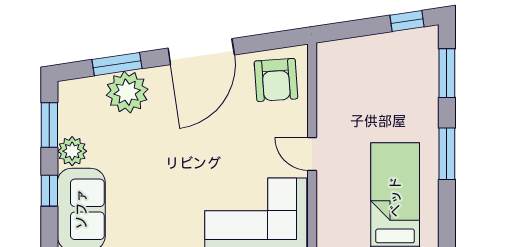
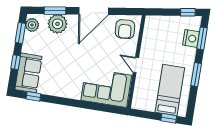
nightstand: (423, 77) -> (191, 38), added
plant: (72, 151) -> (32, 25), moved

